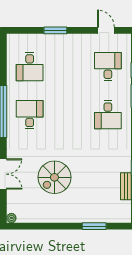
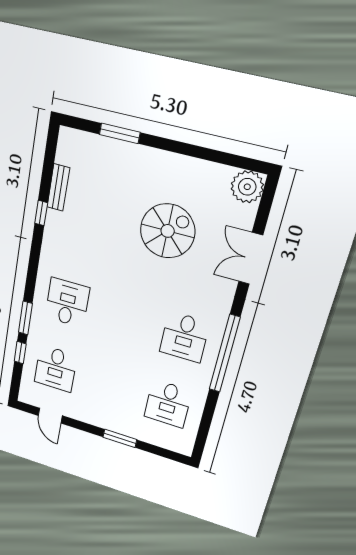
desk: (30, 67) -> (168, 404), turned 180
plant: (11, 218) -> (247, 187), width x1.87, depth x1.87

